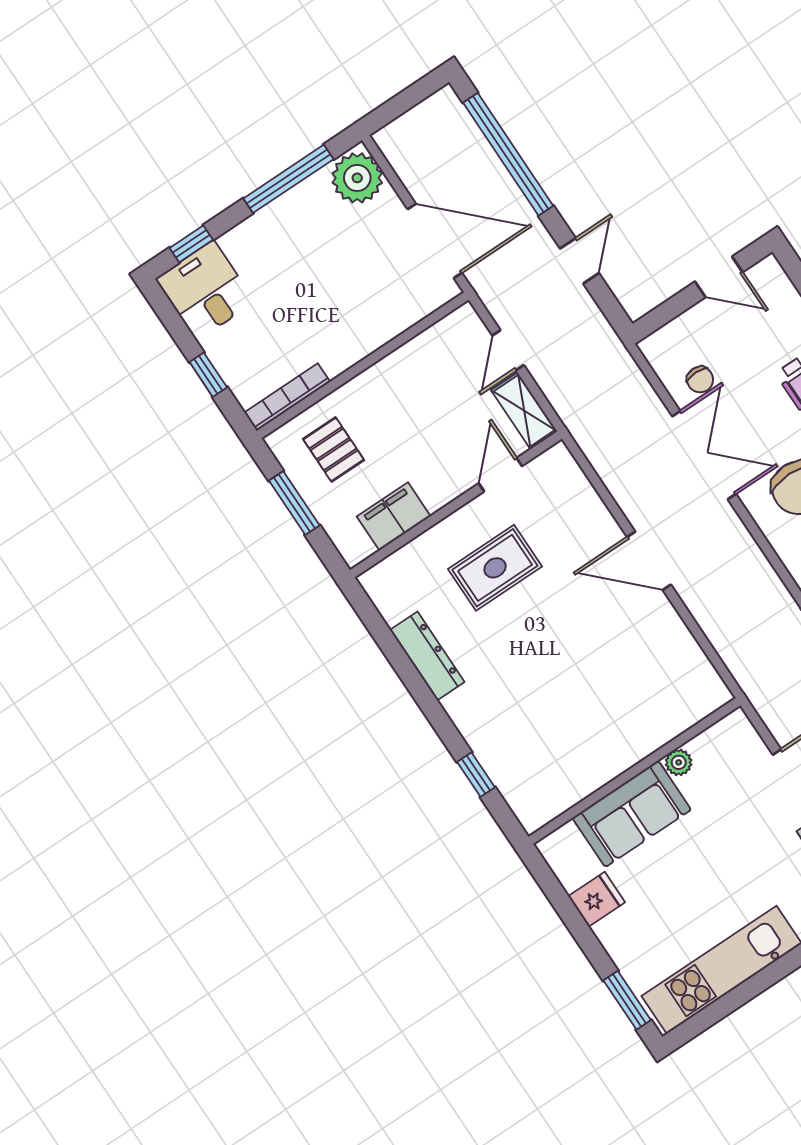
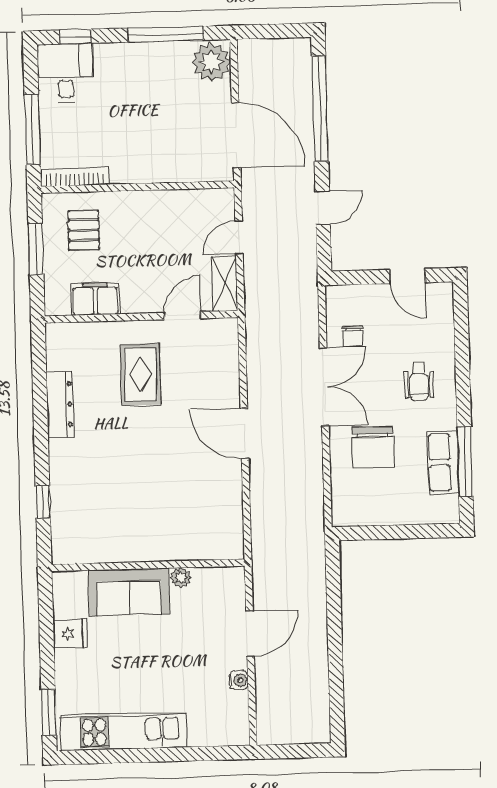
window: (208, 375) -> (32, 129), width x2.17
rug: (495, 568) -> (141, 374), turned 90

